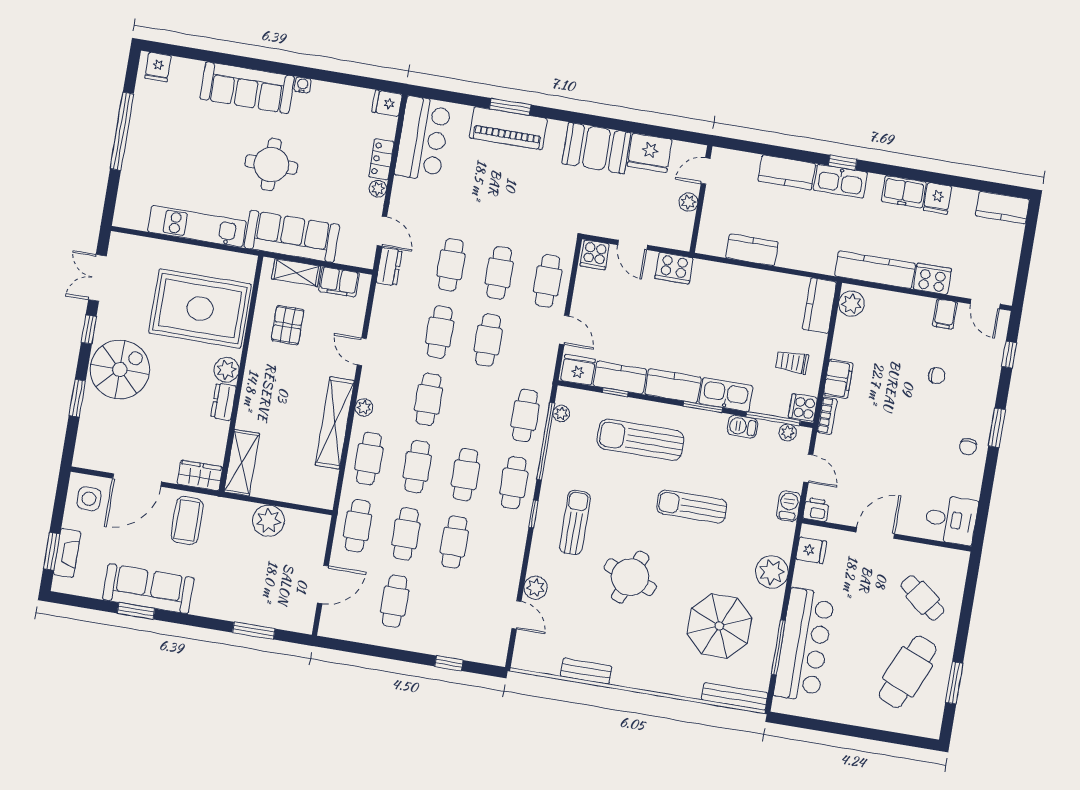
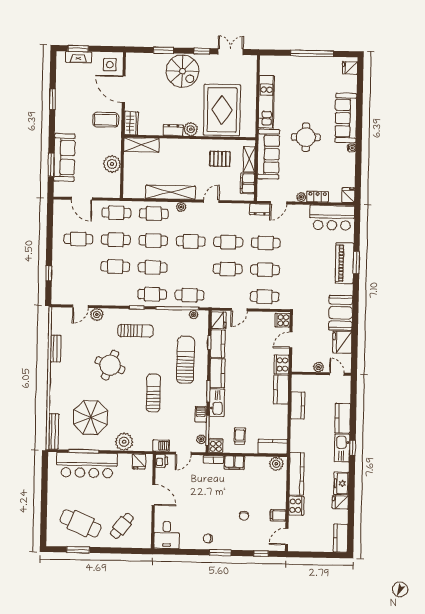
kitchen counter: (719, 276) -> (281, 390), added
sofa: (148, 589) -> (64, 157), moved

